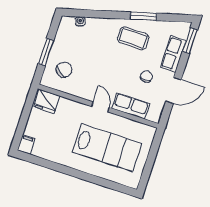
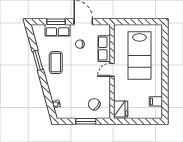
window: (190, 41) -> (56, 22), moved
filing cabinet: (26, 144) -> (156, 101), moved
lab bench: (107, 148) -> (139, 56), turned 180

